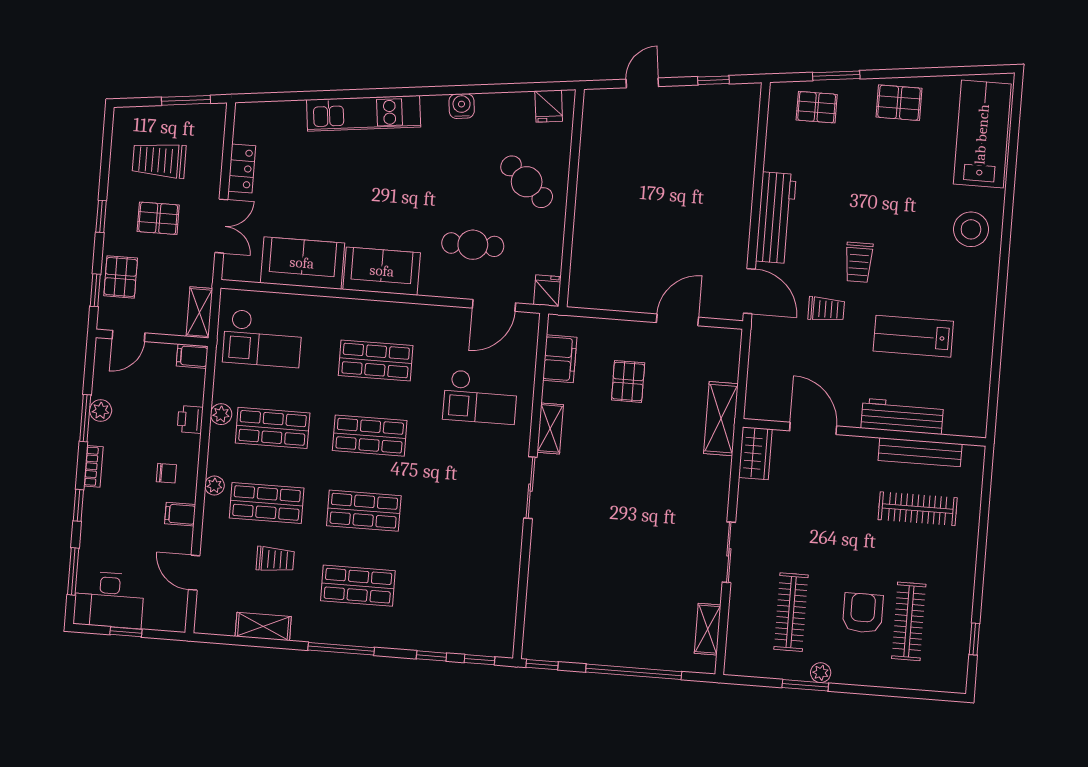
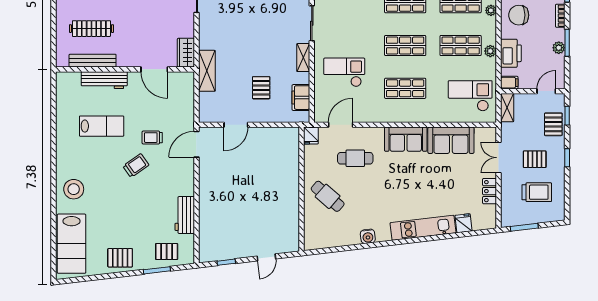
fridge: (549, 106) -> (464, 223), moved
workbench: (776, 218) -> (185, 215), moved, width x0.73
trolley: (859, 262) -> (136, 166), turned 55
door: (749, 291) -> (196, 144), hinge flipped
printer: (190, 419) -> (511, 53), width x1.87, depth x1.48
chair: (166, 473) -> (519, 15), width x1.87, depth x1.87

